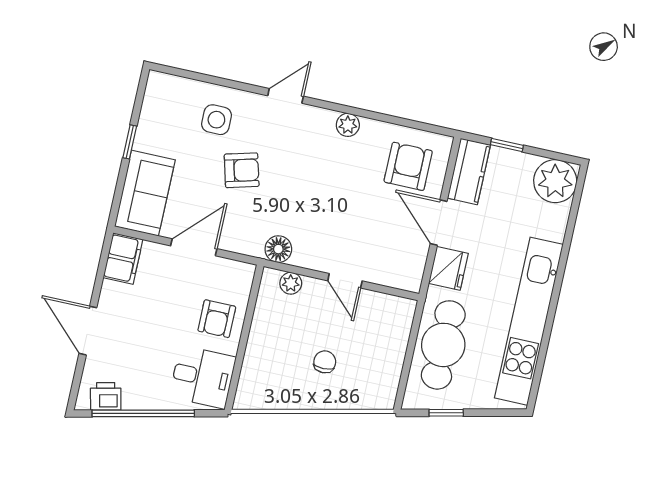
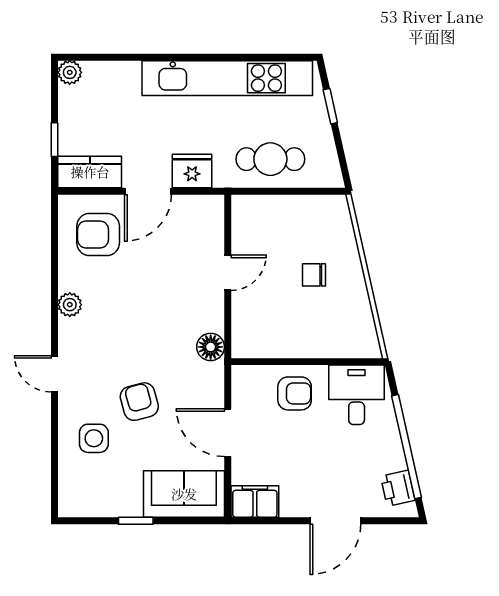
plant: (555, 181) -> (70, 72), width x0.53, depth x0.53
plant: (291, 283) -> (242, 327), removed
cafe table: (443, 345) -> (270, 159), width x0.73, depth x0.74
window: (446, 413) -> (330, 106), moved

